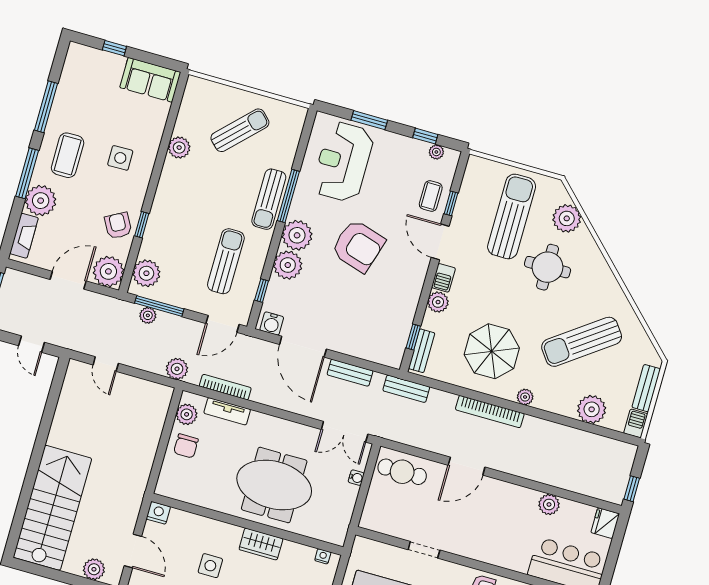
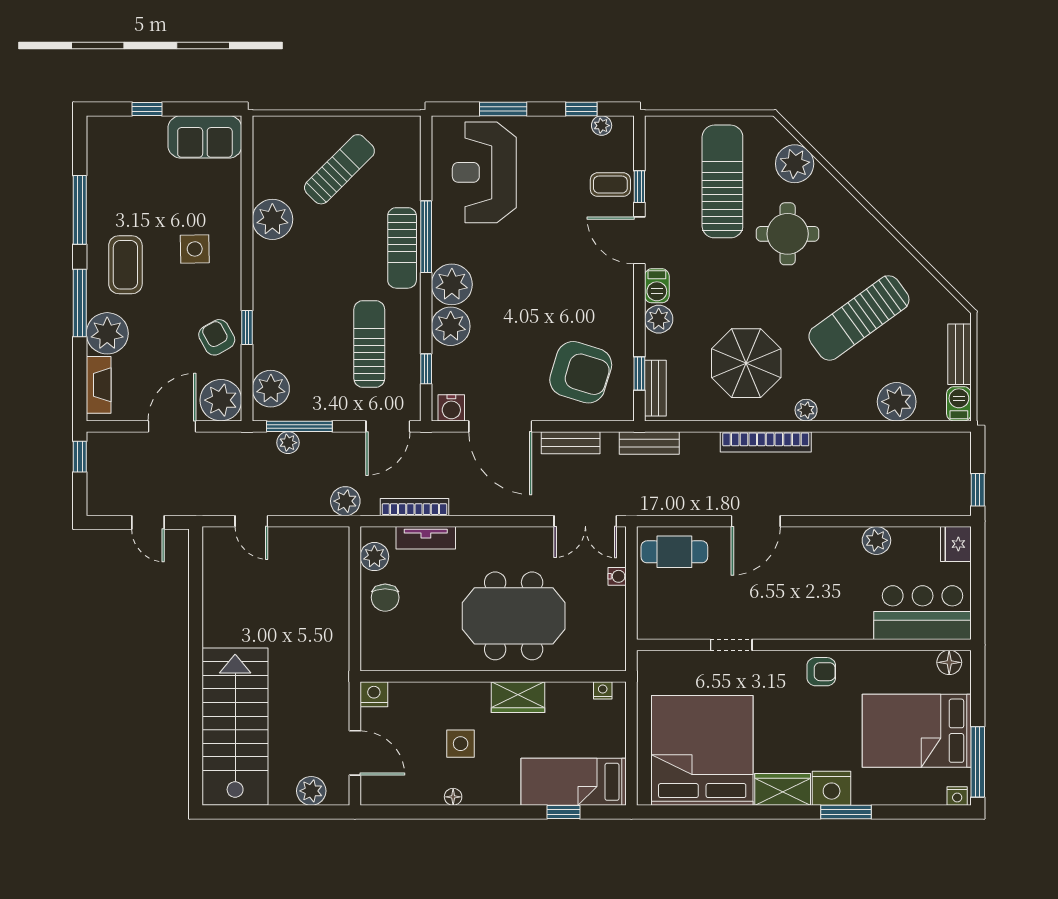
plant: (179, 148) -> (272, 219), width x1.36, depth x1.36
coffee table: (431, 196) -> (610, 185), turned 90
armchair: (358, 246) -> (581, 372), moved

